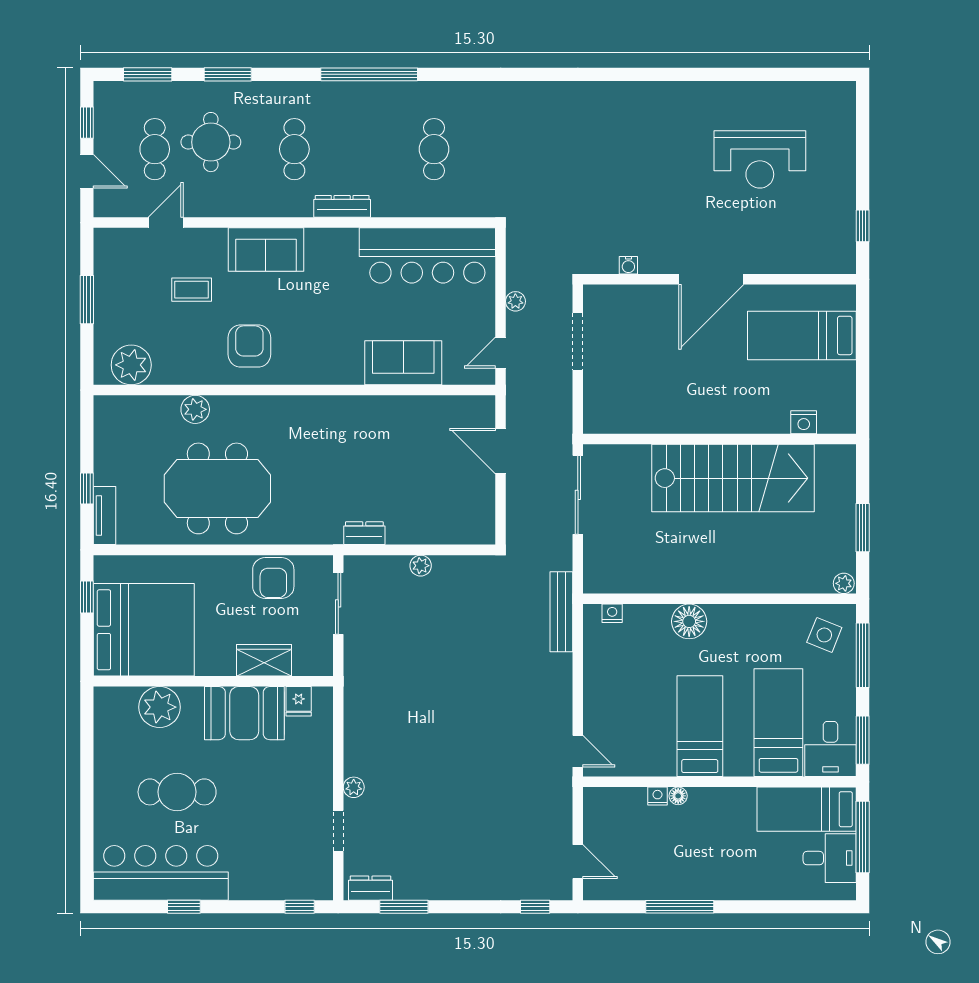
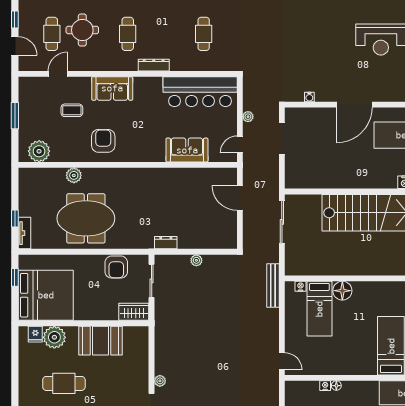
wardrobe: (264, 660) -> (134, 312), moved
fridge: (299, 701) -> (35, 334), moved
bed: (700, 726) -> (319, 309), moved, turned 180

